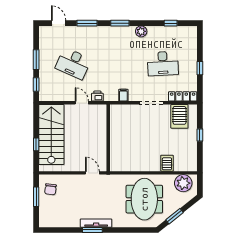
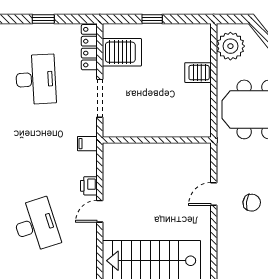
desk: (73, 64) -> (36, 225), turned -42
wall: (108, 138) -> (157, 140), moved
chair: (50, 189) -> (252, 203), moved

